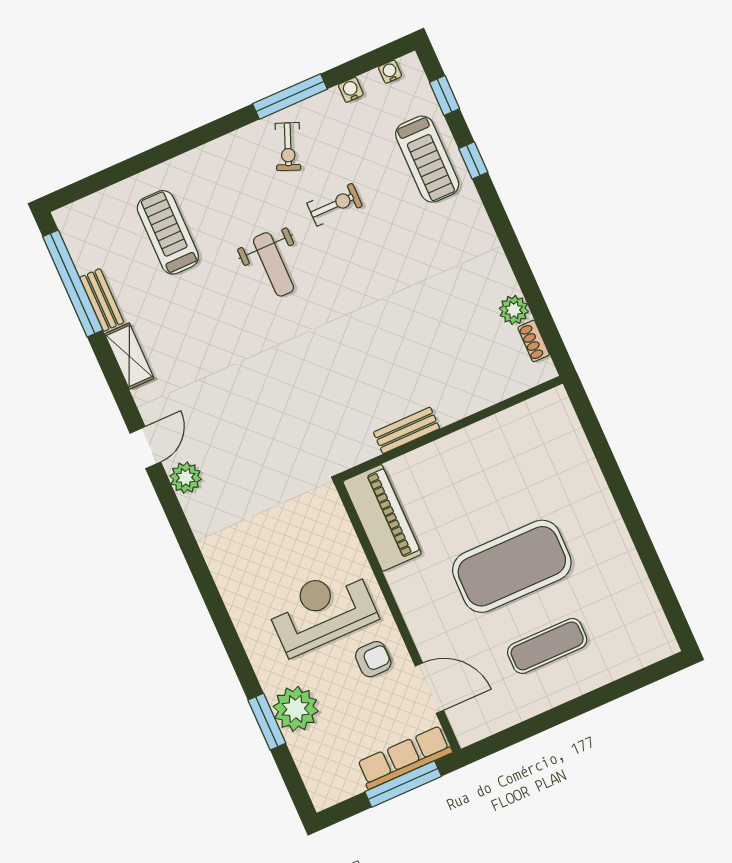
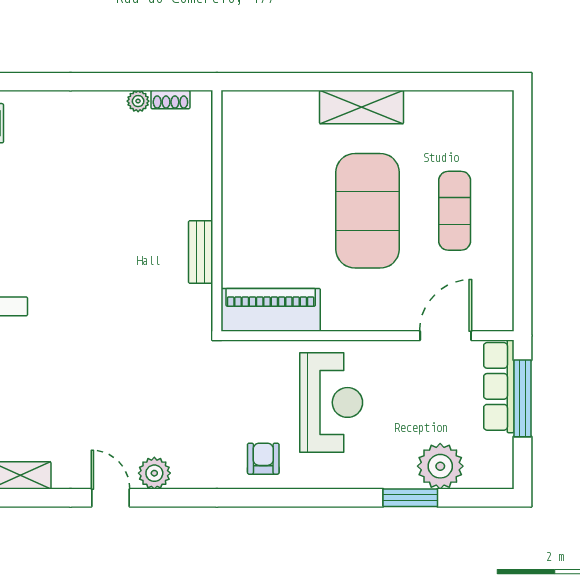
plant: (514, 310) -> (138, 101), width x0.73, depth x0.73
shelving: (604, 519) -> (362, 107), added
reception desk: (322, 611) -> (331, 402), turned 180
armchair: (373, 659) -> (263, 459), moved
plant: (296, 709) -> (440, 466), moved

